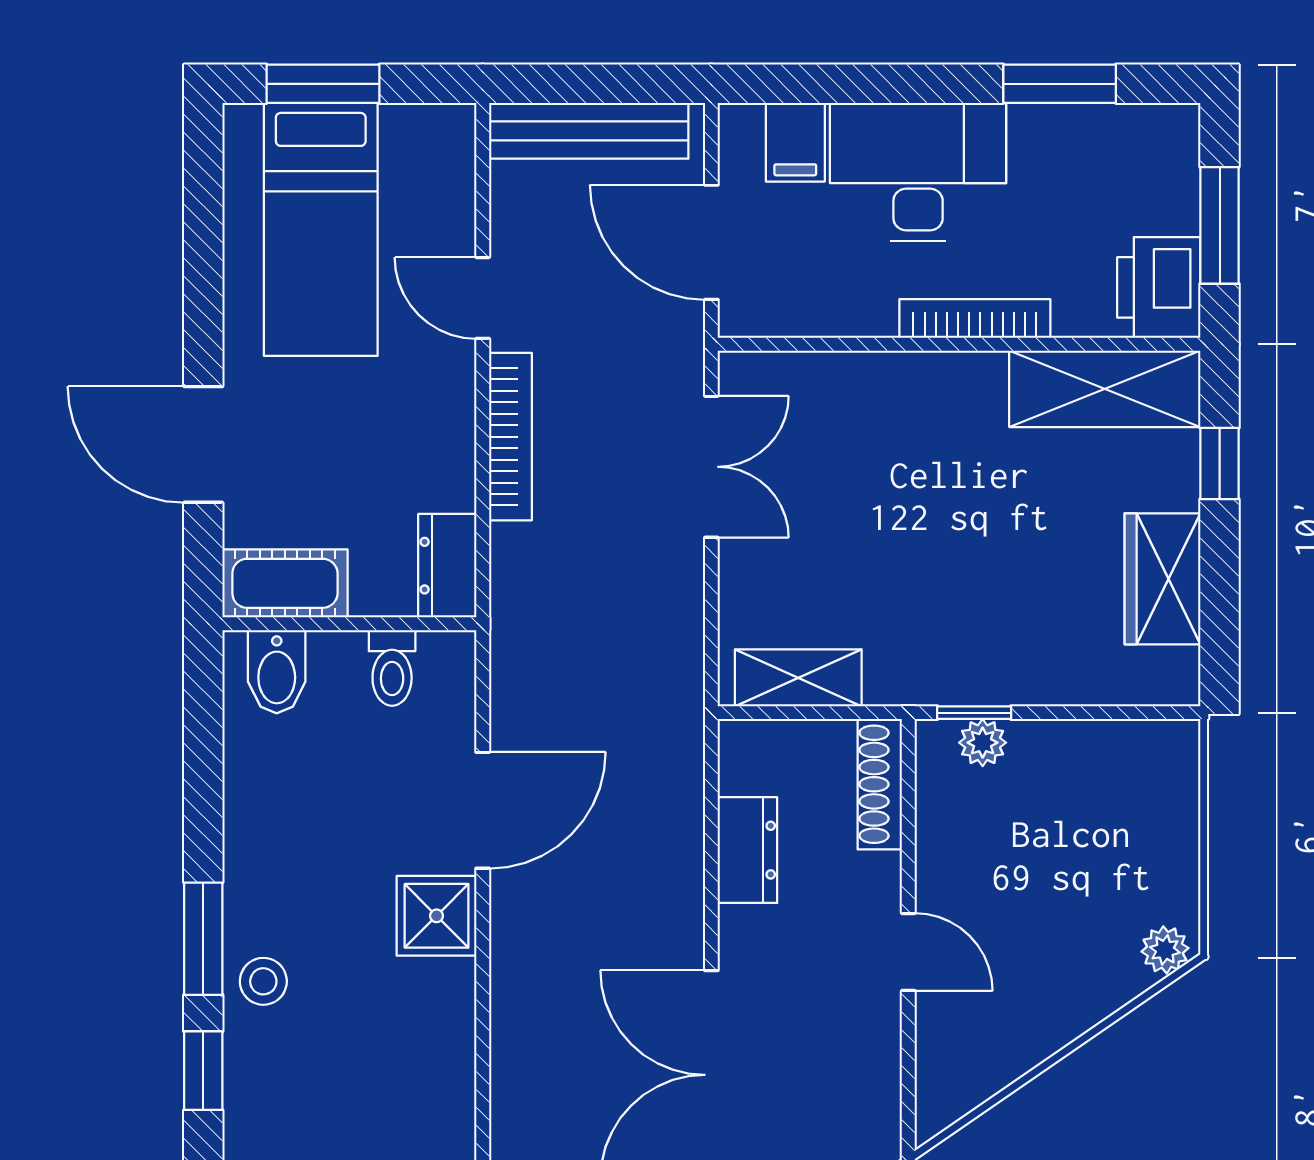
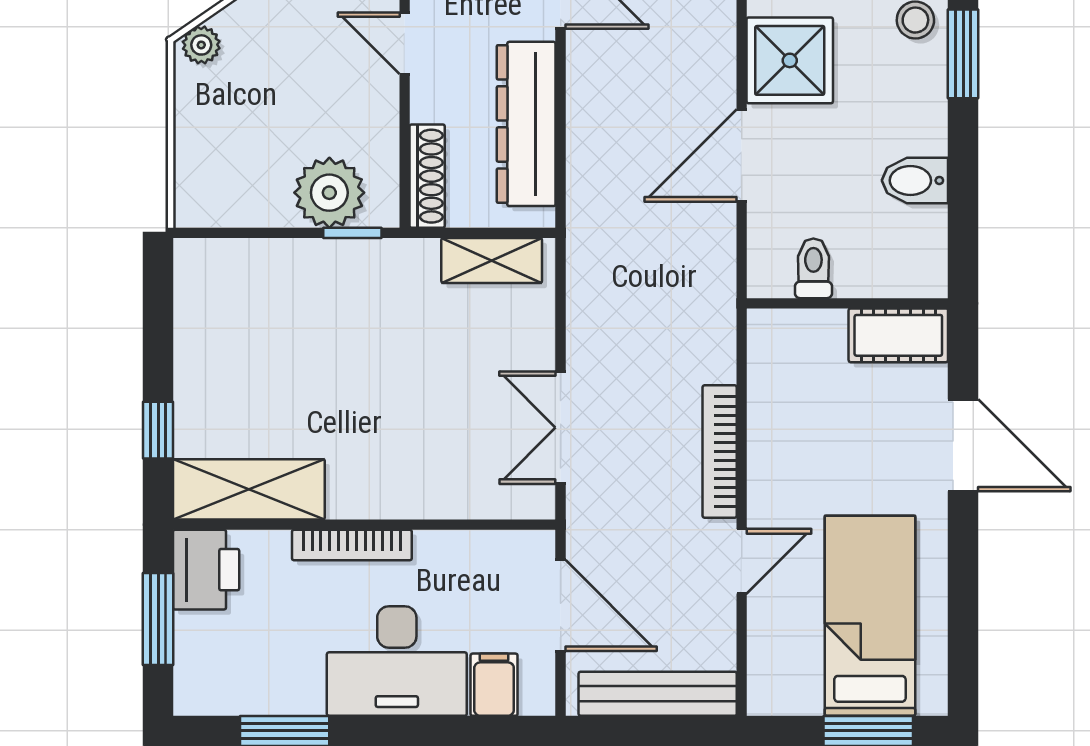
door: (483, 298) -> (742, 561), hinge flipped
dresser: (447, 566) -> (770, 349), removed
wardrobe: (1163, 579) -> (203, 339), removed
bidet: (277, 672) -> (915, 180), moved, turned -90
plant: (983, 743) -> (329, 193), width x1.87, depth x1.87
dresser: (747, 850) -> (526, 124), width x1.96, depth x1.24
shower: (437, 916) -> (790, 60), width x1.36, depth x1.36

